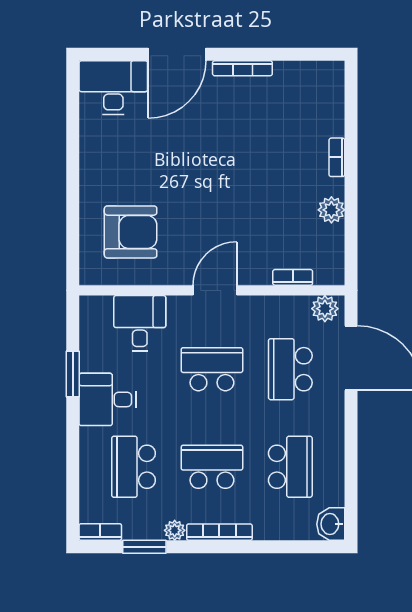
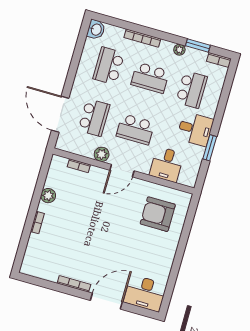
plant: (325, 309) -> (102, 154), moved
bookcase: (219, 532) -> (142, 38), moved

